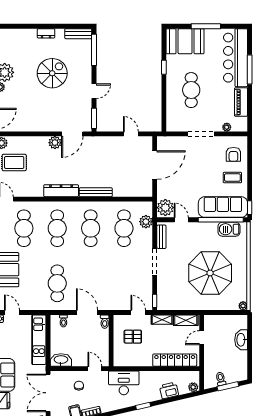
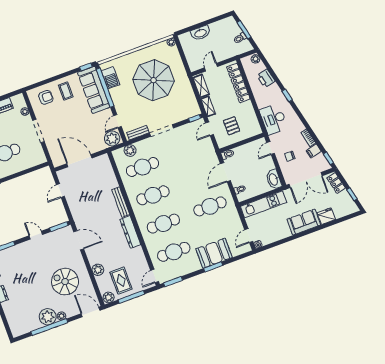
spiral stairs: (52, 73) -> (65, 282), moved
plant: (55, 143) -> (98, 270), moved
door: (202, 338) -> (211, 67), swing flipped

